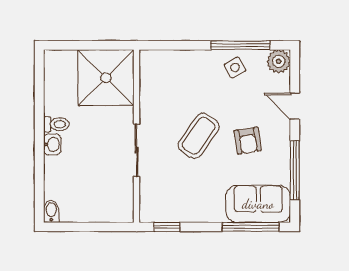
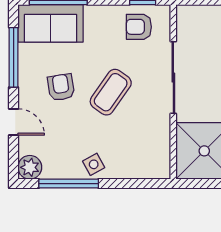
side table: (235, 68) -> (94, 164), moved
sliding door: (137, 150) -> (173, 78), width x1.37
armchair: (171, 201) -> (139, 27), added

